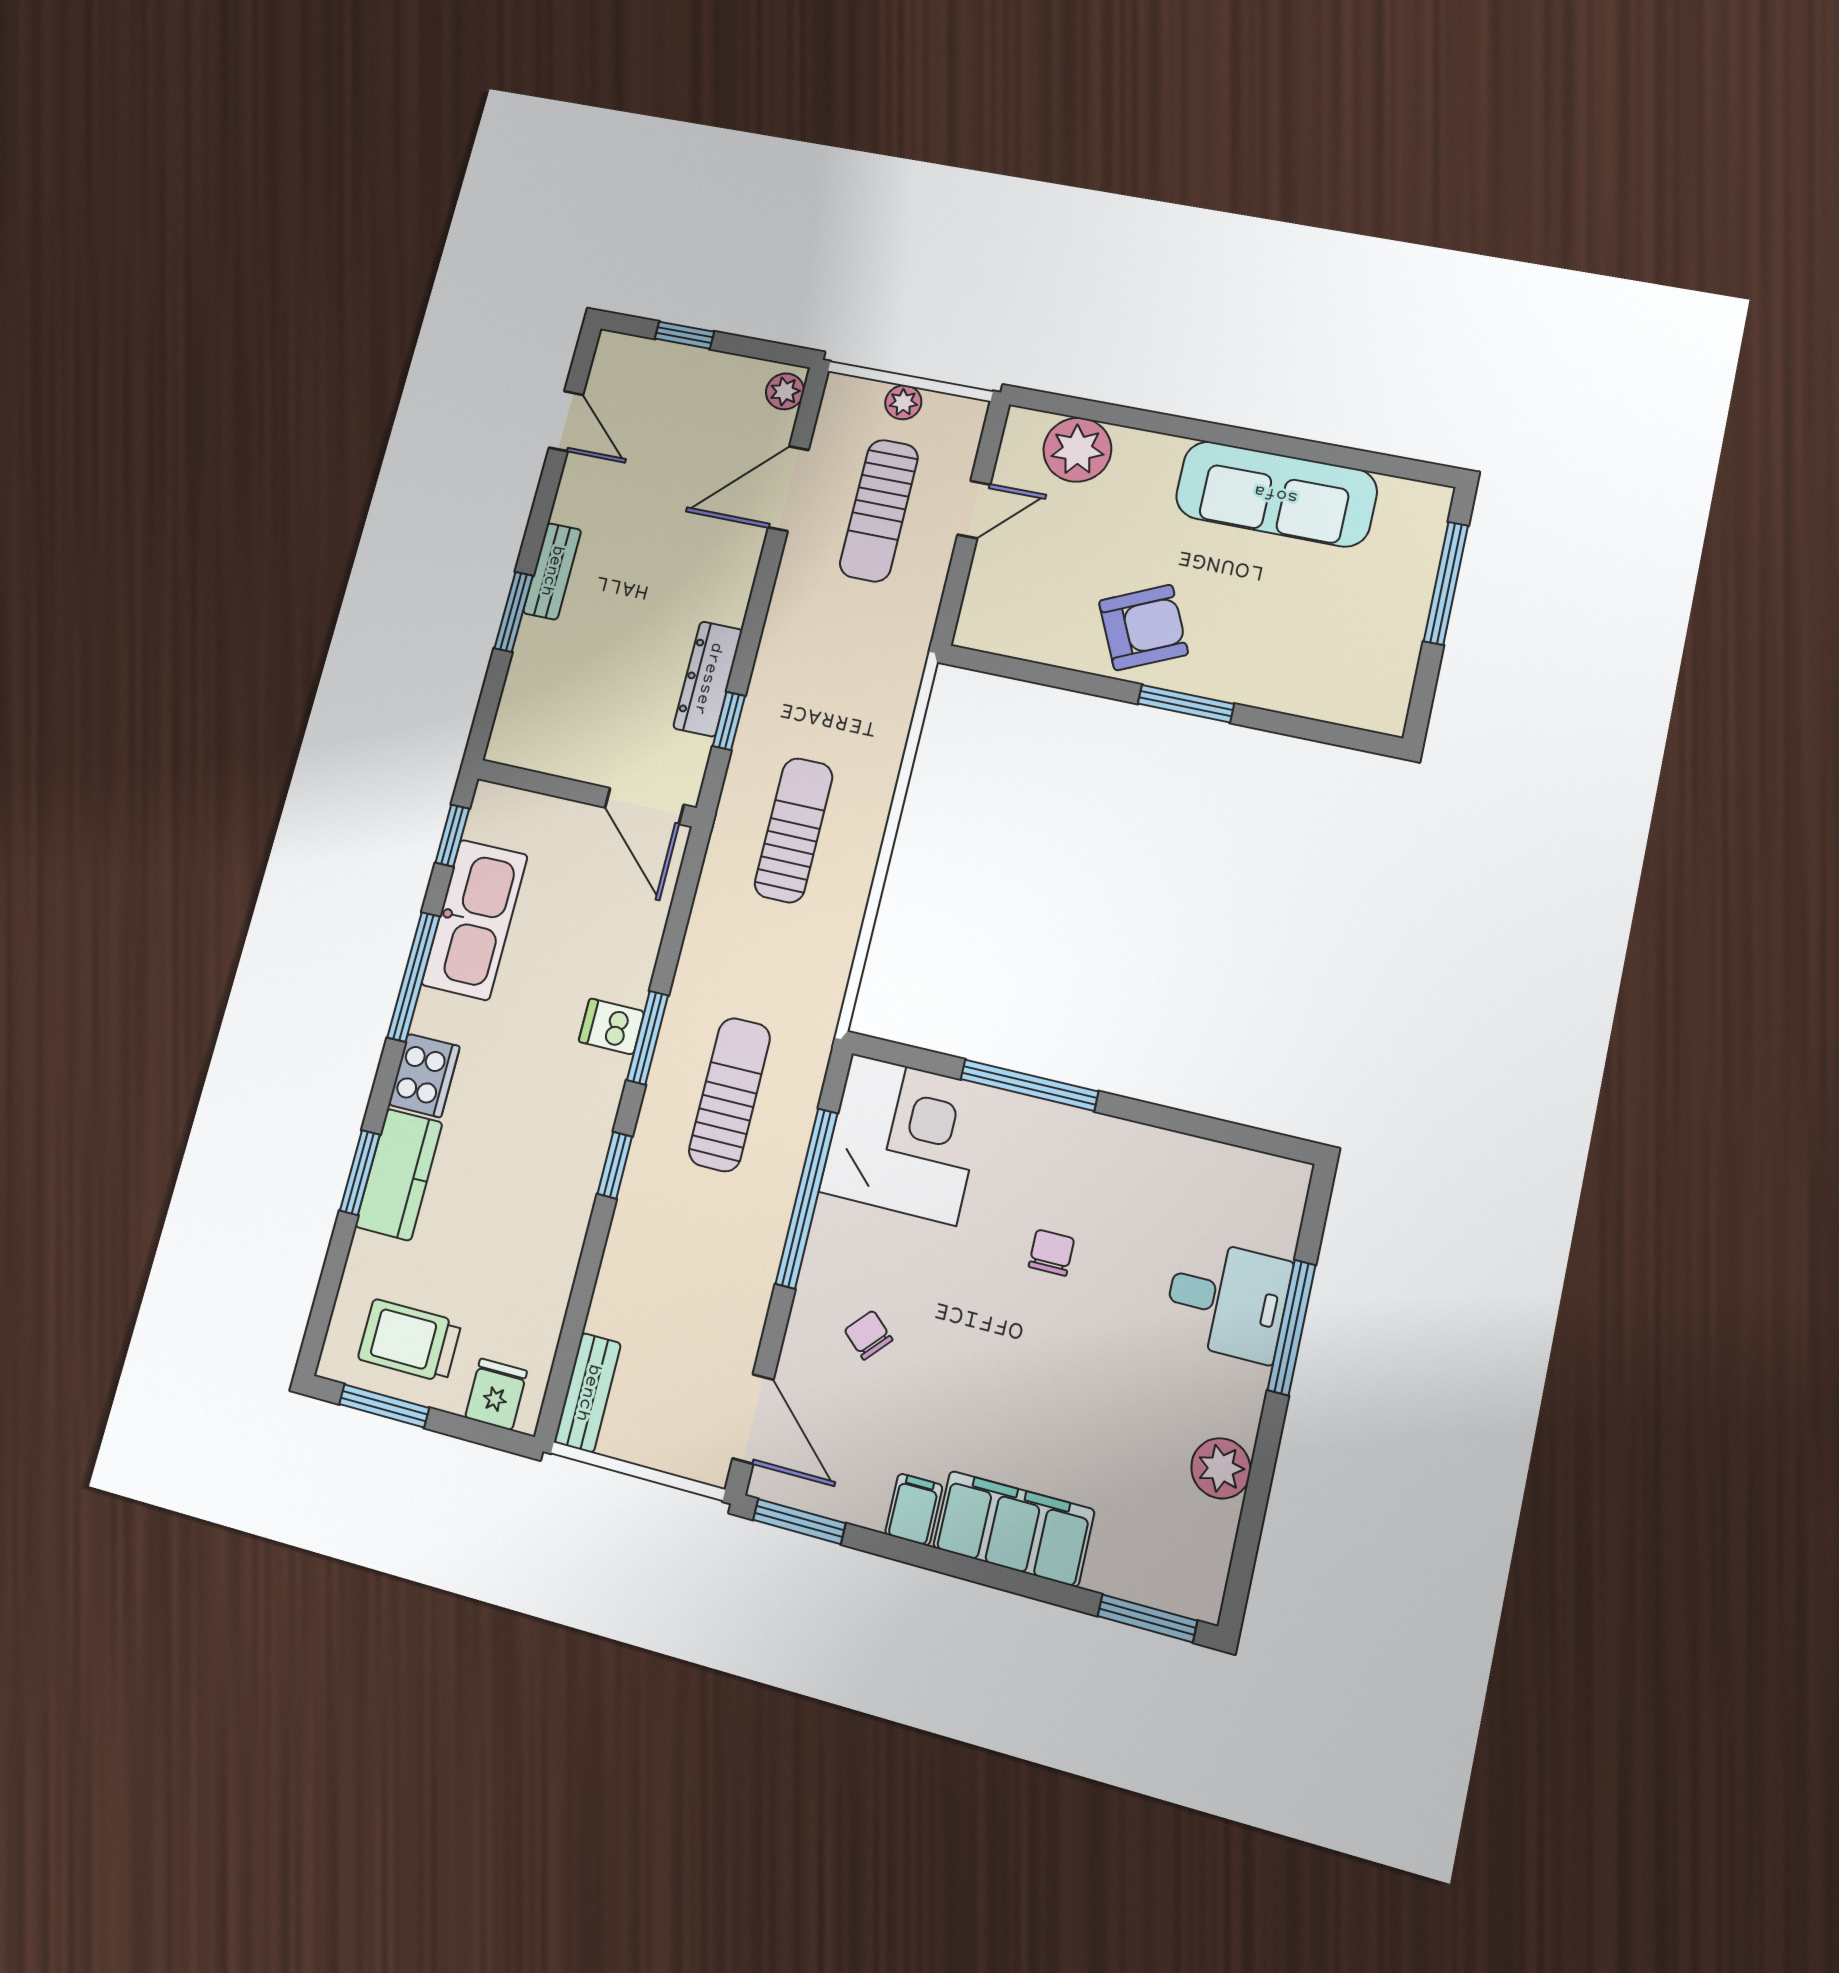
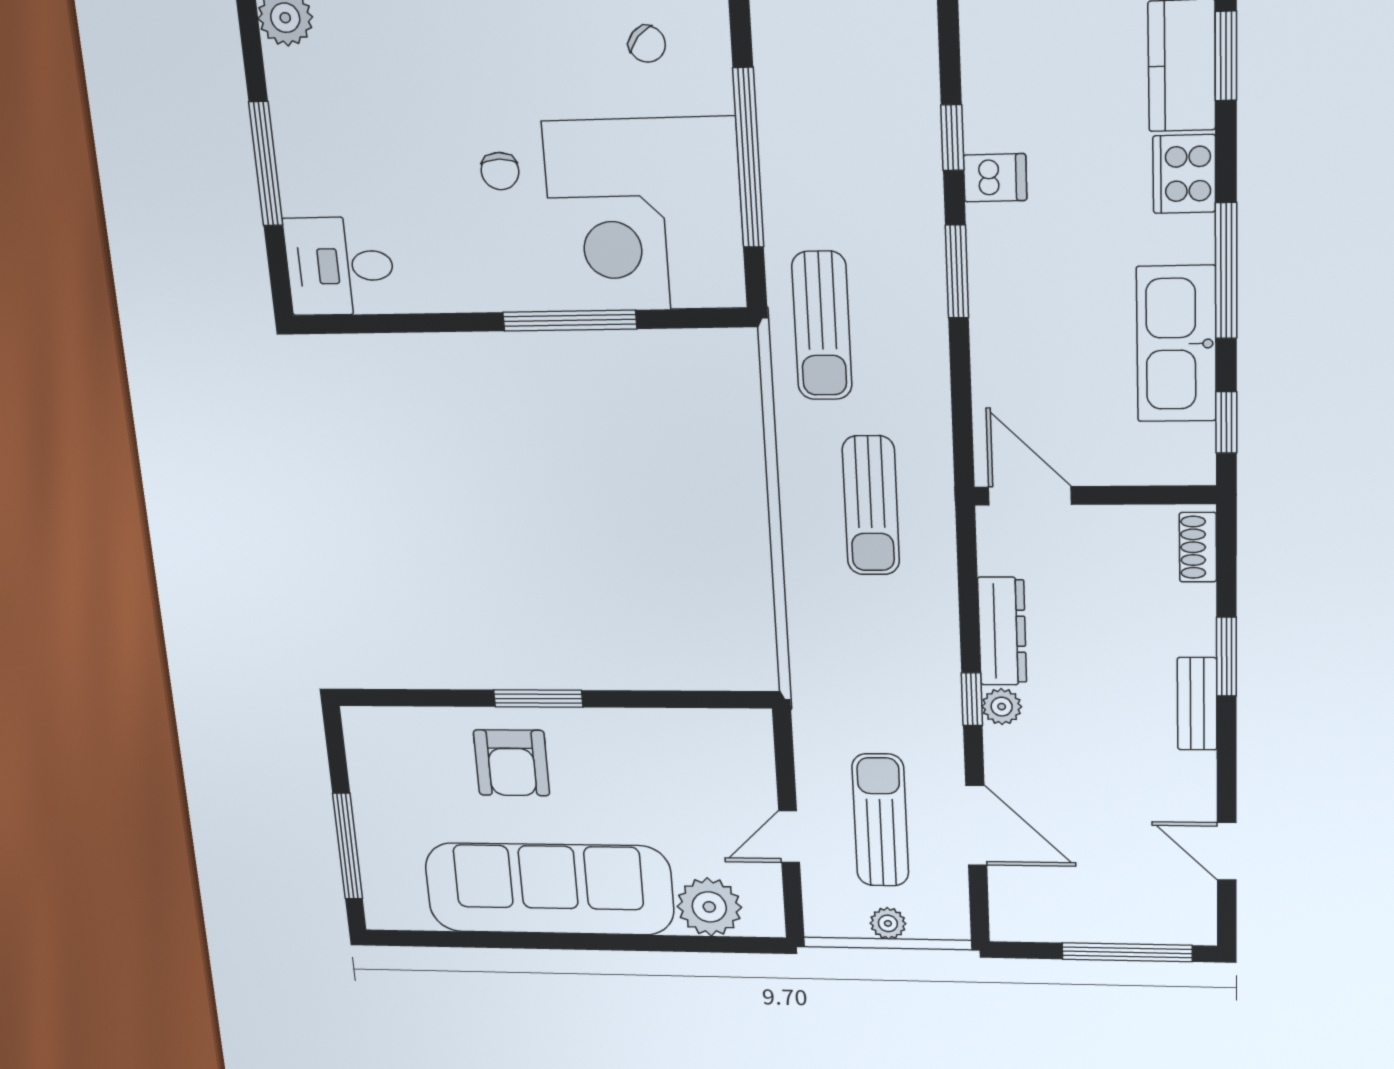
window: (684, 335) -> (1127, 952), width x2.17
plant: (785, 391) -> (1002, 707), moved
door: (788, 489) -> (976, 825), hinge flipped
sofa: (1276, 494) -> (549, 889), width x1.36, depth x1.27
armchair: (1143, 627) -> (512, 763), moved, turned -65
window: (729, 721) -> (972, 699), moved
shoe rack: (509, 723) -> (1198, 547), added
dishwasher: (611, 1027) -> (995, 178), moved
sun lounger: (730, 1094) -> (822, 326), moved
corner desk: (903, 1139) -> (645, 215), width x1.36, depth x1.36
desk: (1227, 1300) -> (340, 266), moved

